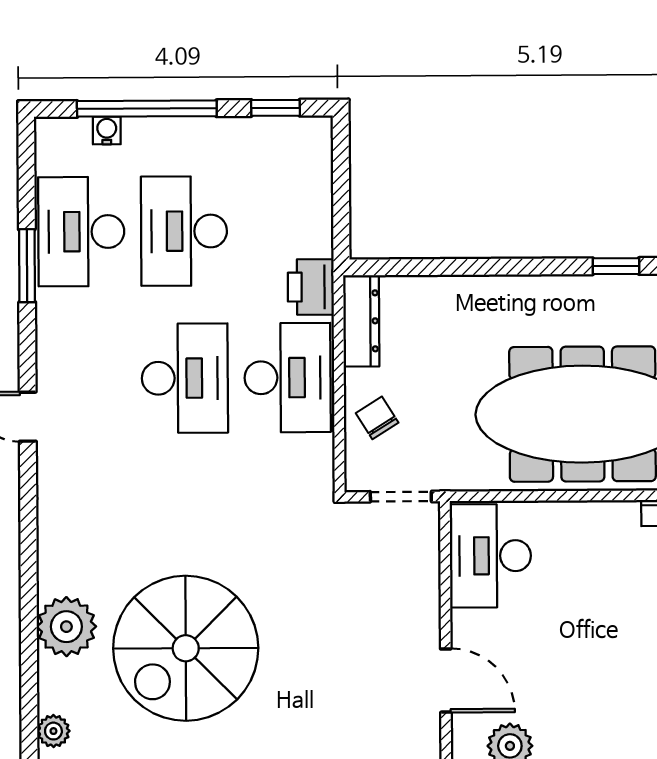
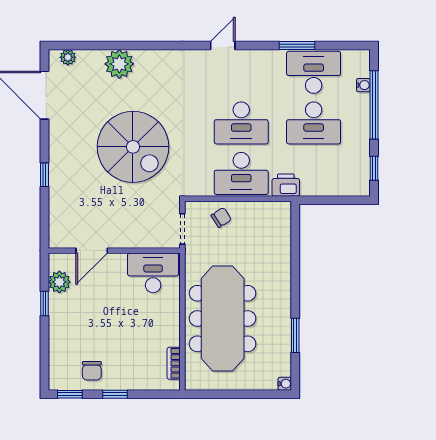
desk: (184, 231) -> (314, 123), turned 180
window: (616, 266) -> (295, 335), width x1.50
dresser: (361, 321) -> (269, 210), removed
spiral stairs: (186, 648) -> (133, 147), moved, turned 180

